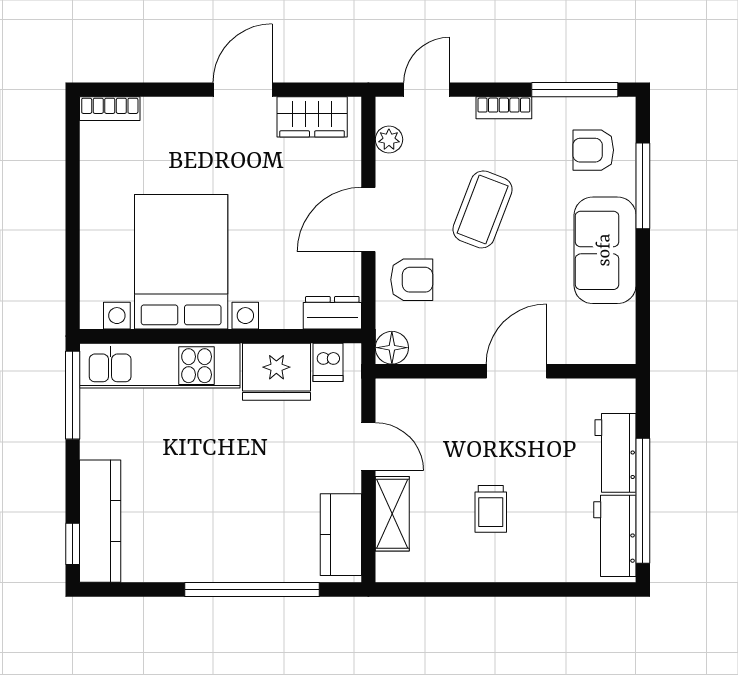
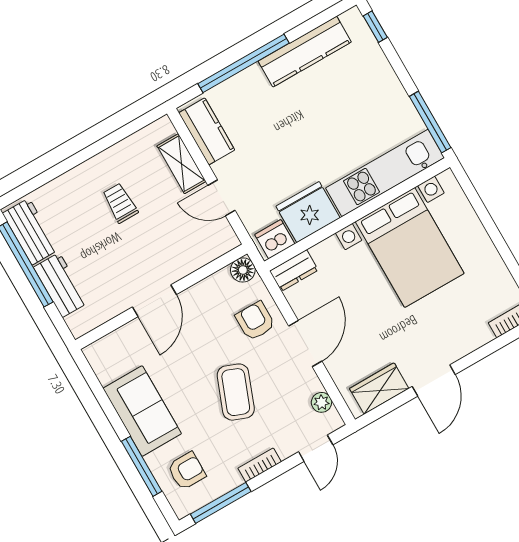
armchair: (412, 280) -> (255, 321), turned 90
dishwasher: (328, 362) -> (275, 239), width x1.38
kitchen counter: (100, 521) -> (305, 52), moved, turned -90

